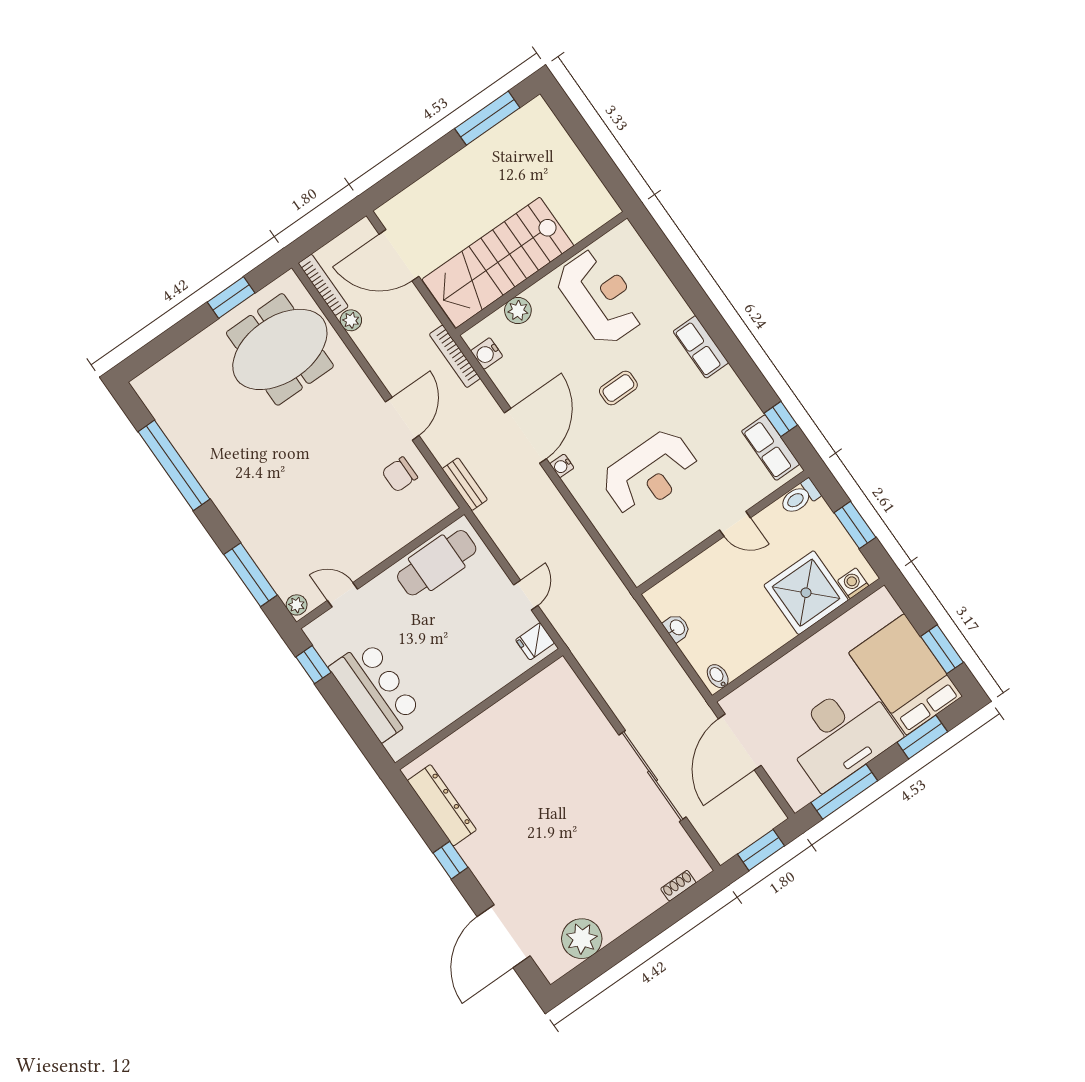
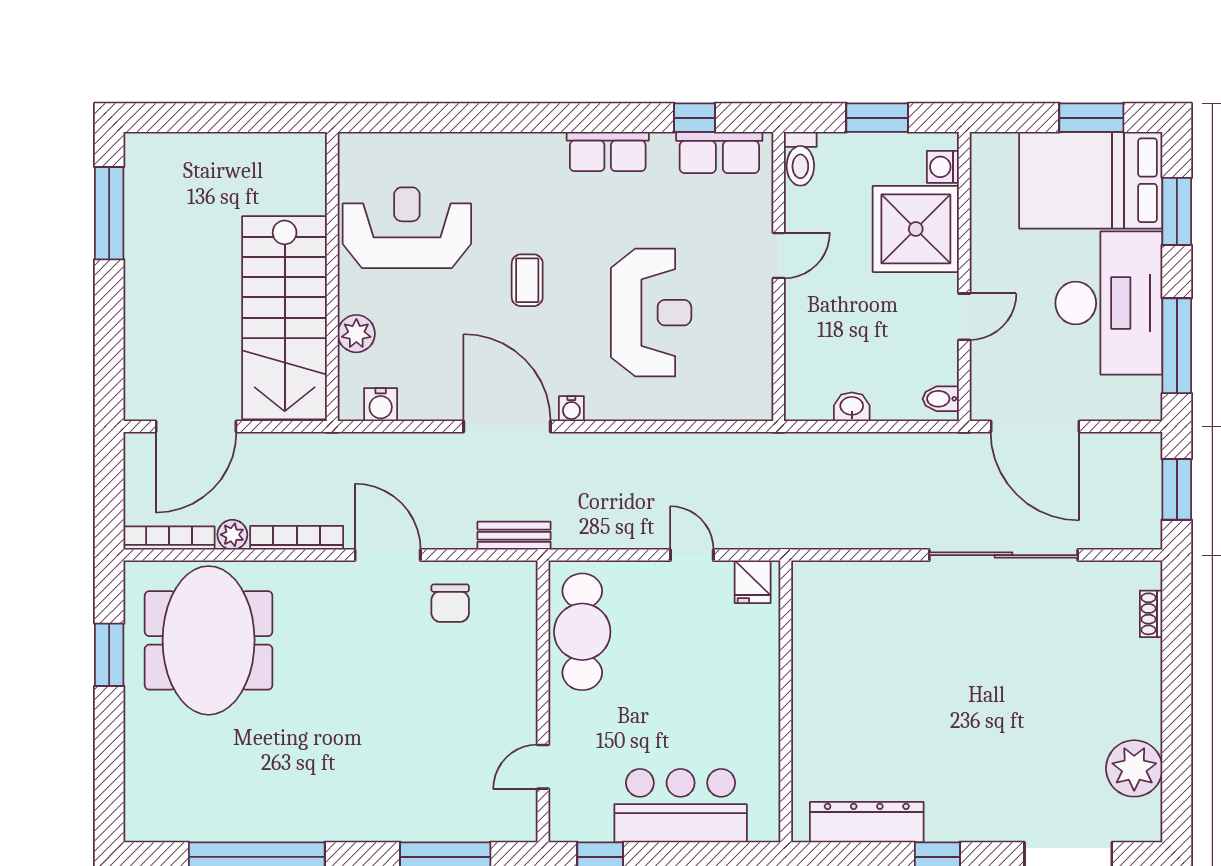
row of seats: (701, 347) -> (608, 152), moved
bookcase: (455, 356) -> (297, 538), moved, turned 180
plant: (297, 605) -> (518, 828), removed
door: (775, 656) -> (964, 317), added

